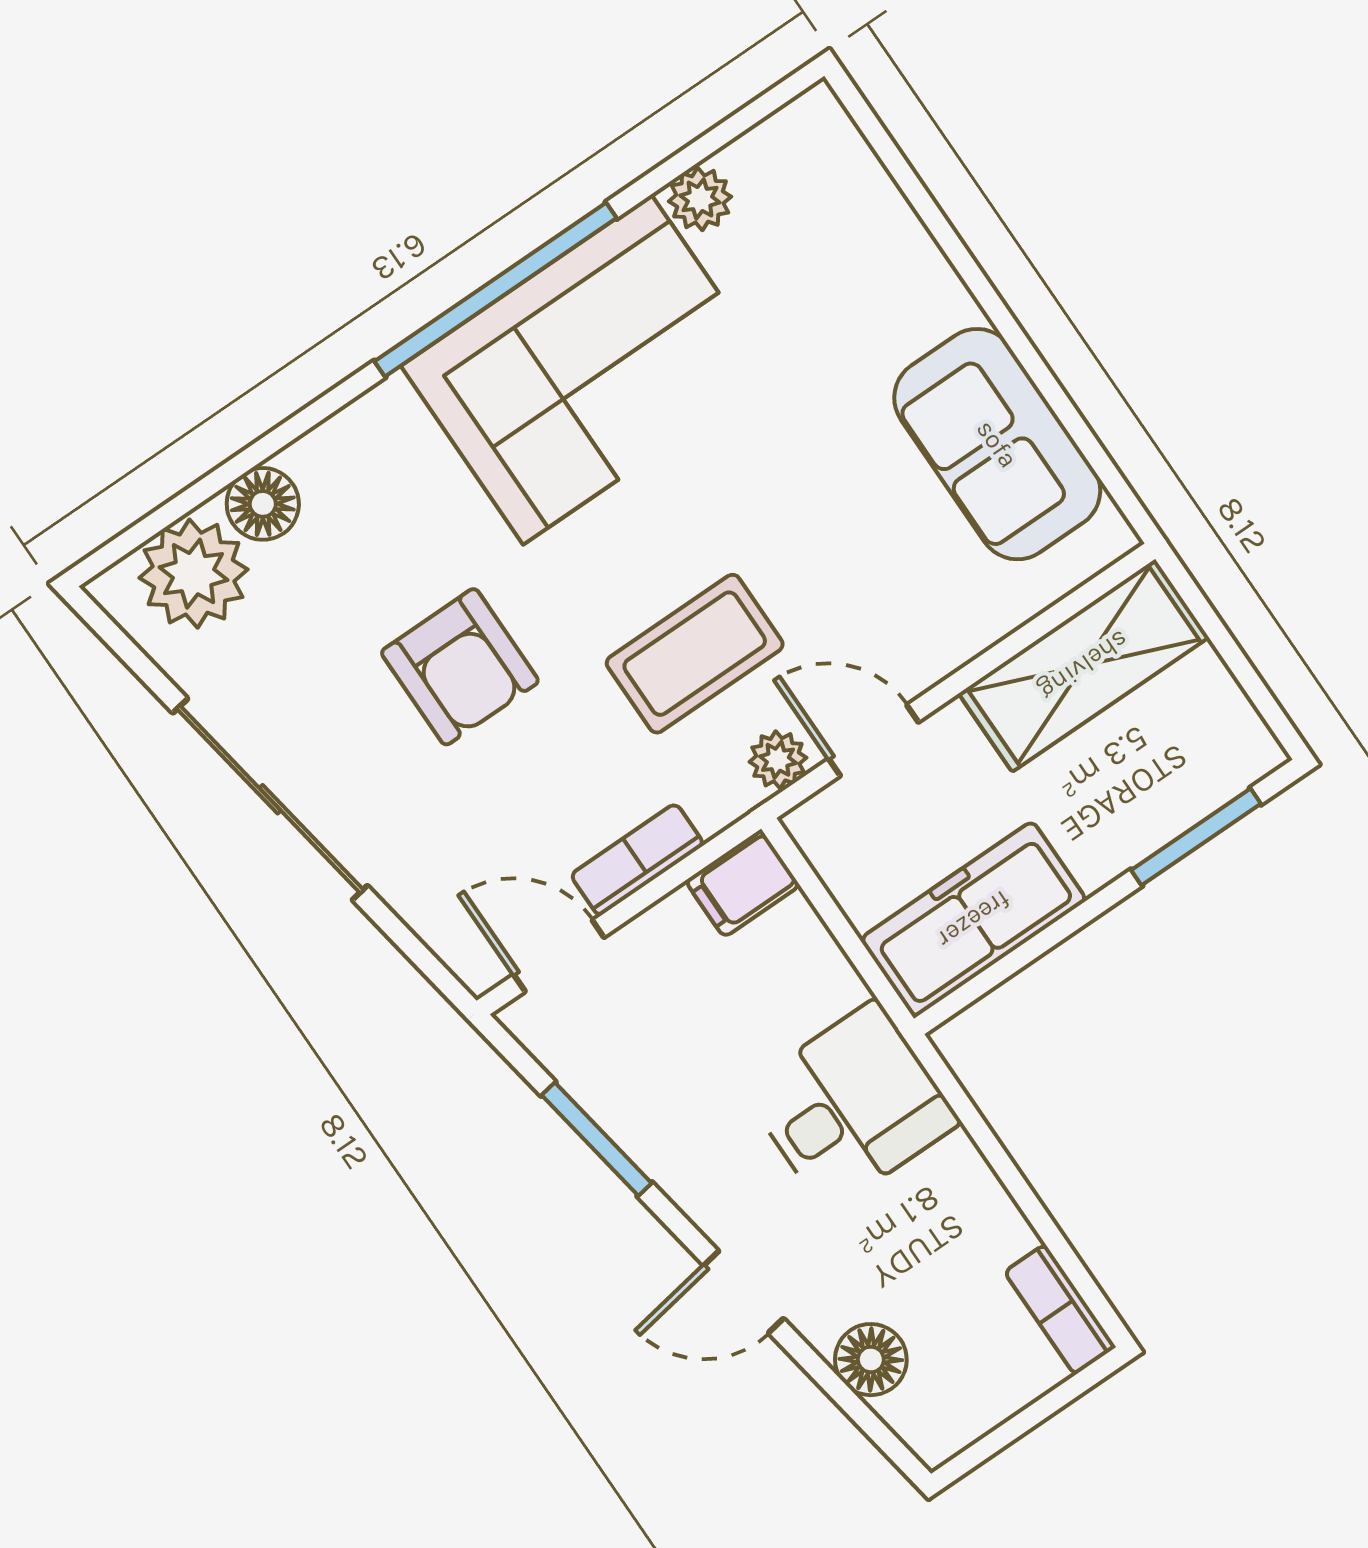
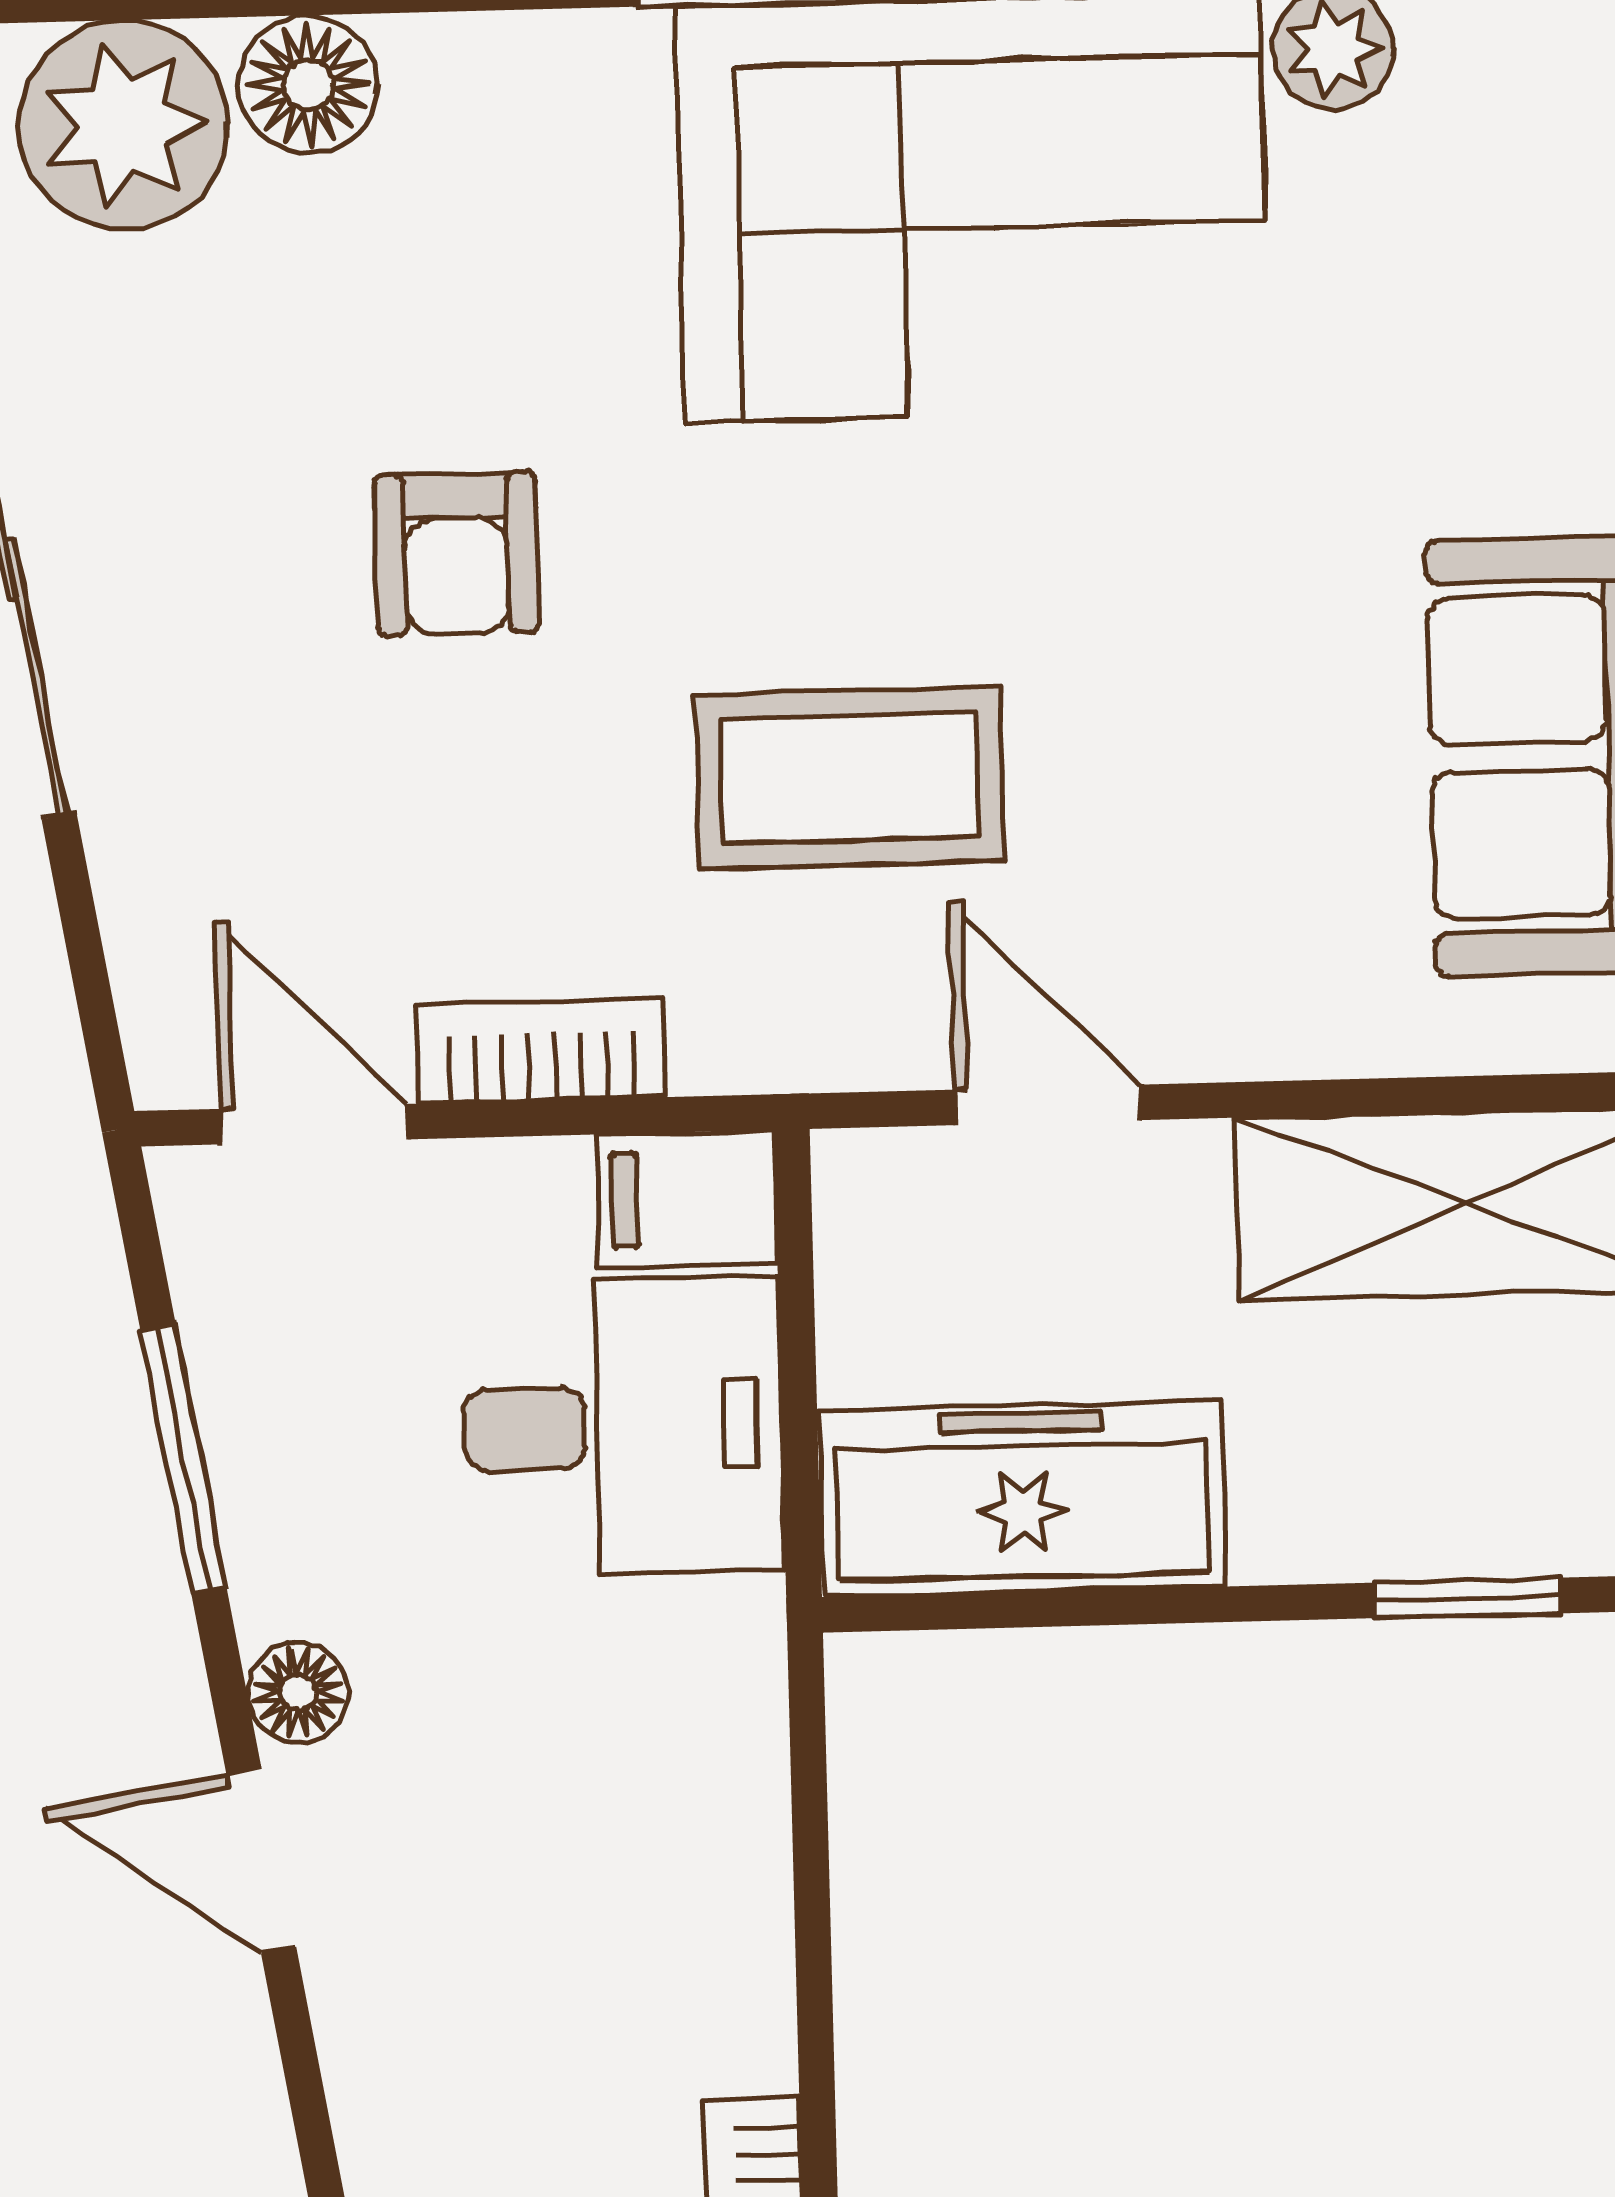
armchair: (460, 667) -> (456, 554), width x0.72, depth x0.72
plant: (778, 760) -> (873, 1036), removed
window: (1196, 837) -> (1468, 1598), width x0.67
desk: (851, 1106) -> (623, 1426), moved
floor lamp: (871, 1360) -> (298, 1693), moved, width x0.73, depth x0.73

